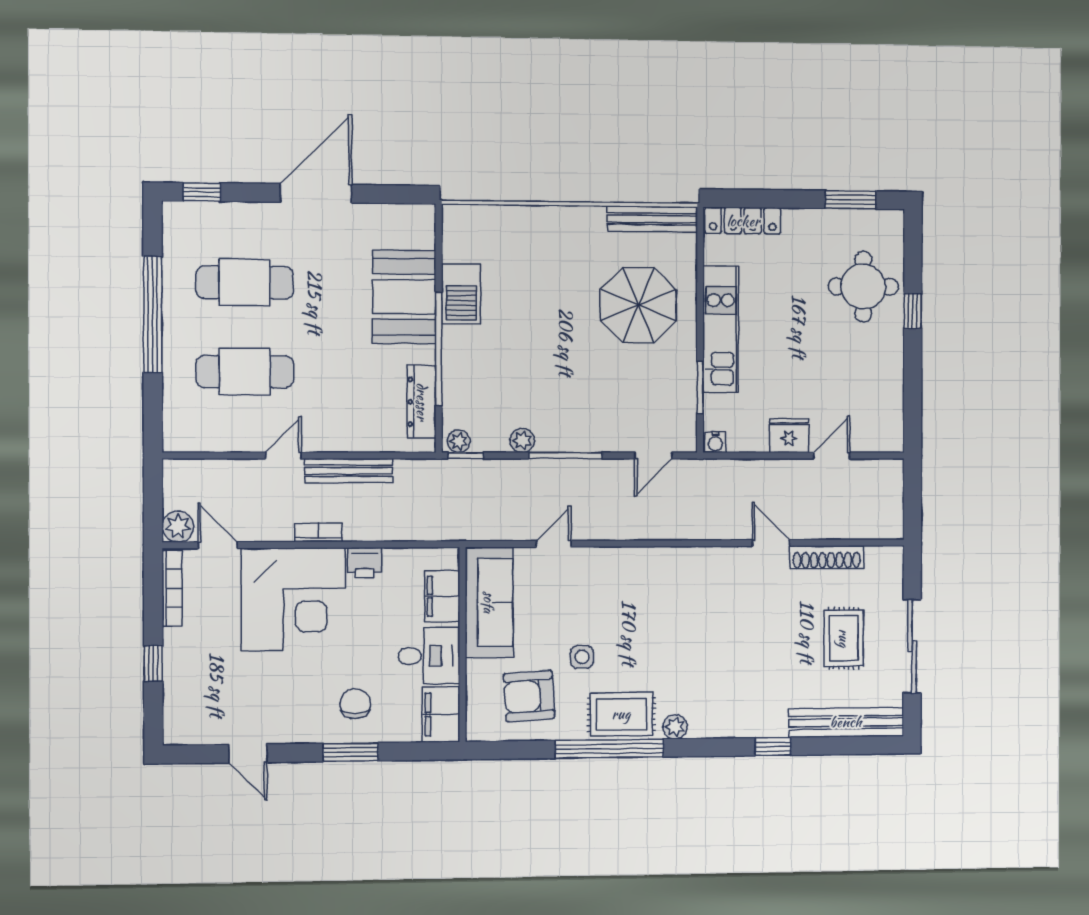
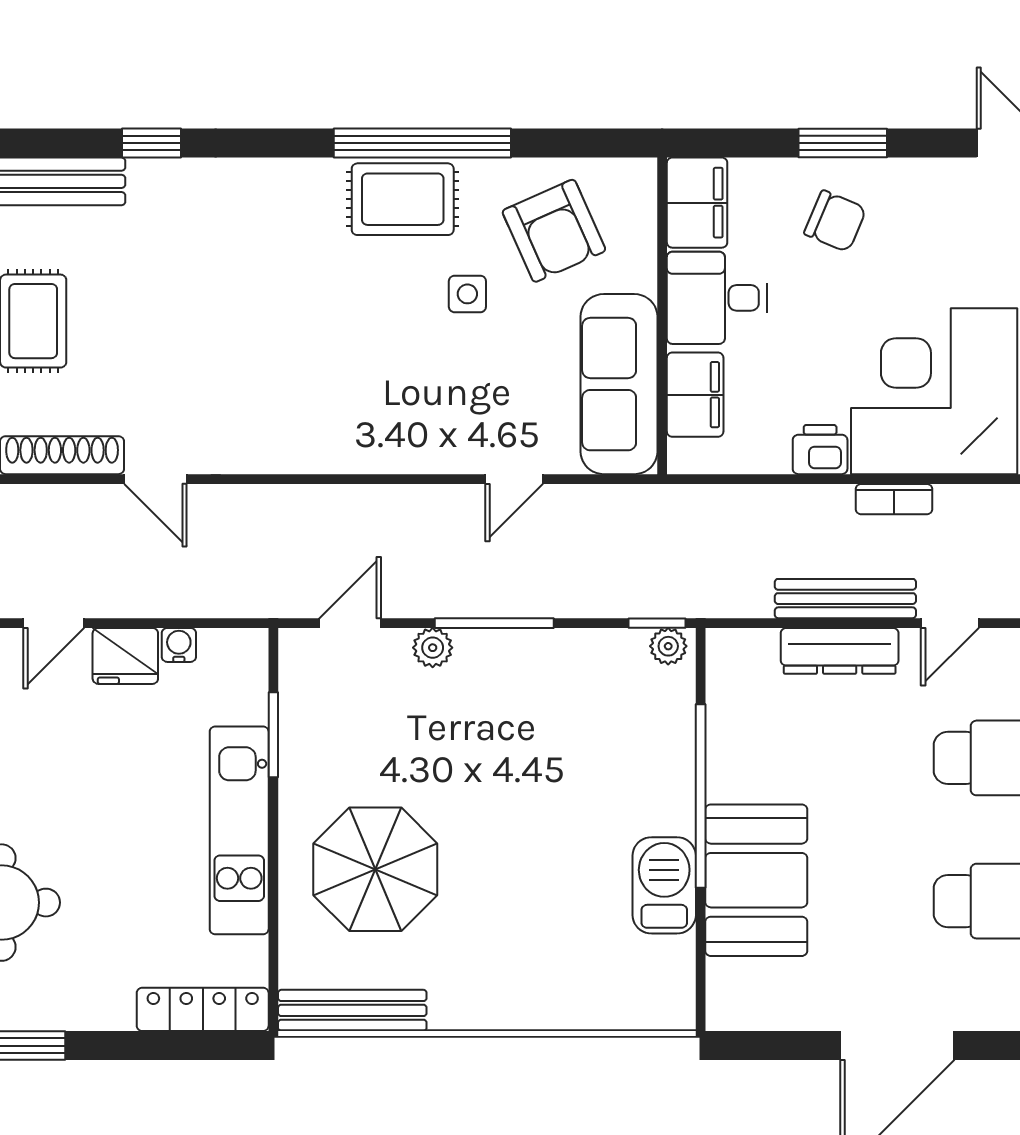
dresser: (422, 402) -> (840, 651), moved, turned 90
plant: (522, 440) -> (433, 648), moved
water cooler: (715, 442) -> (179, 645), moved
armchair: (529, 696) -> (554, 231), turned 70
chair: (355, 704) -> (835, 221), turned -67
plant: (675, 727) -> (314, 178), removed

